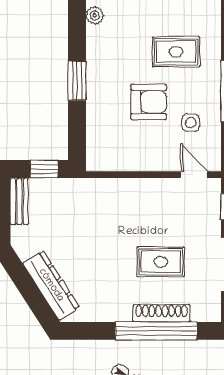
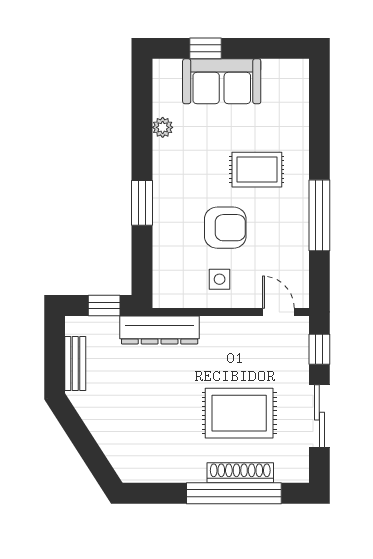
side table: (191, 123) -> (220, 279), moved
bench: (19, 201) -> (75, 364), moved
rug: (161, 262) -> (239, 413), width x1.36, depth x1.43
dresser: (51, 285) -> (160, 330), moved, turned 123

